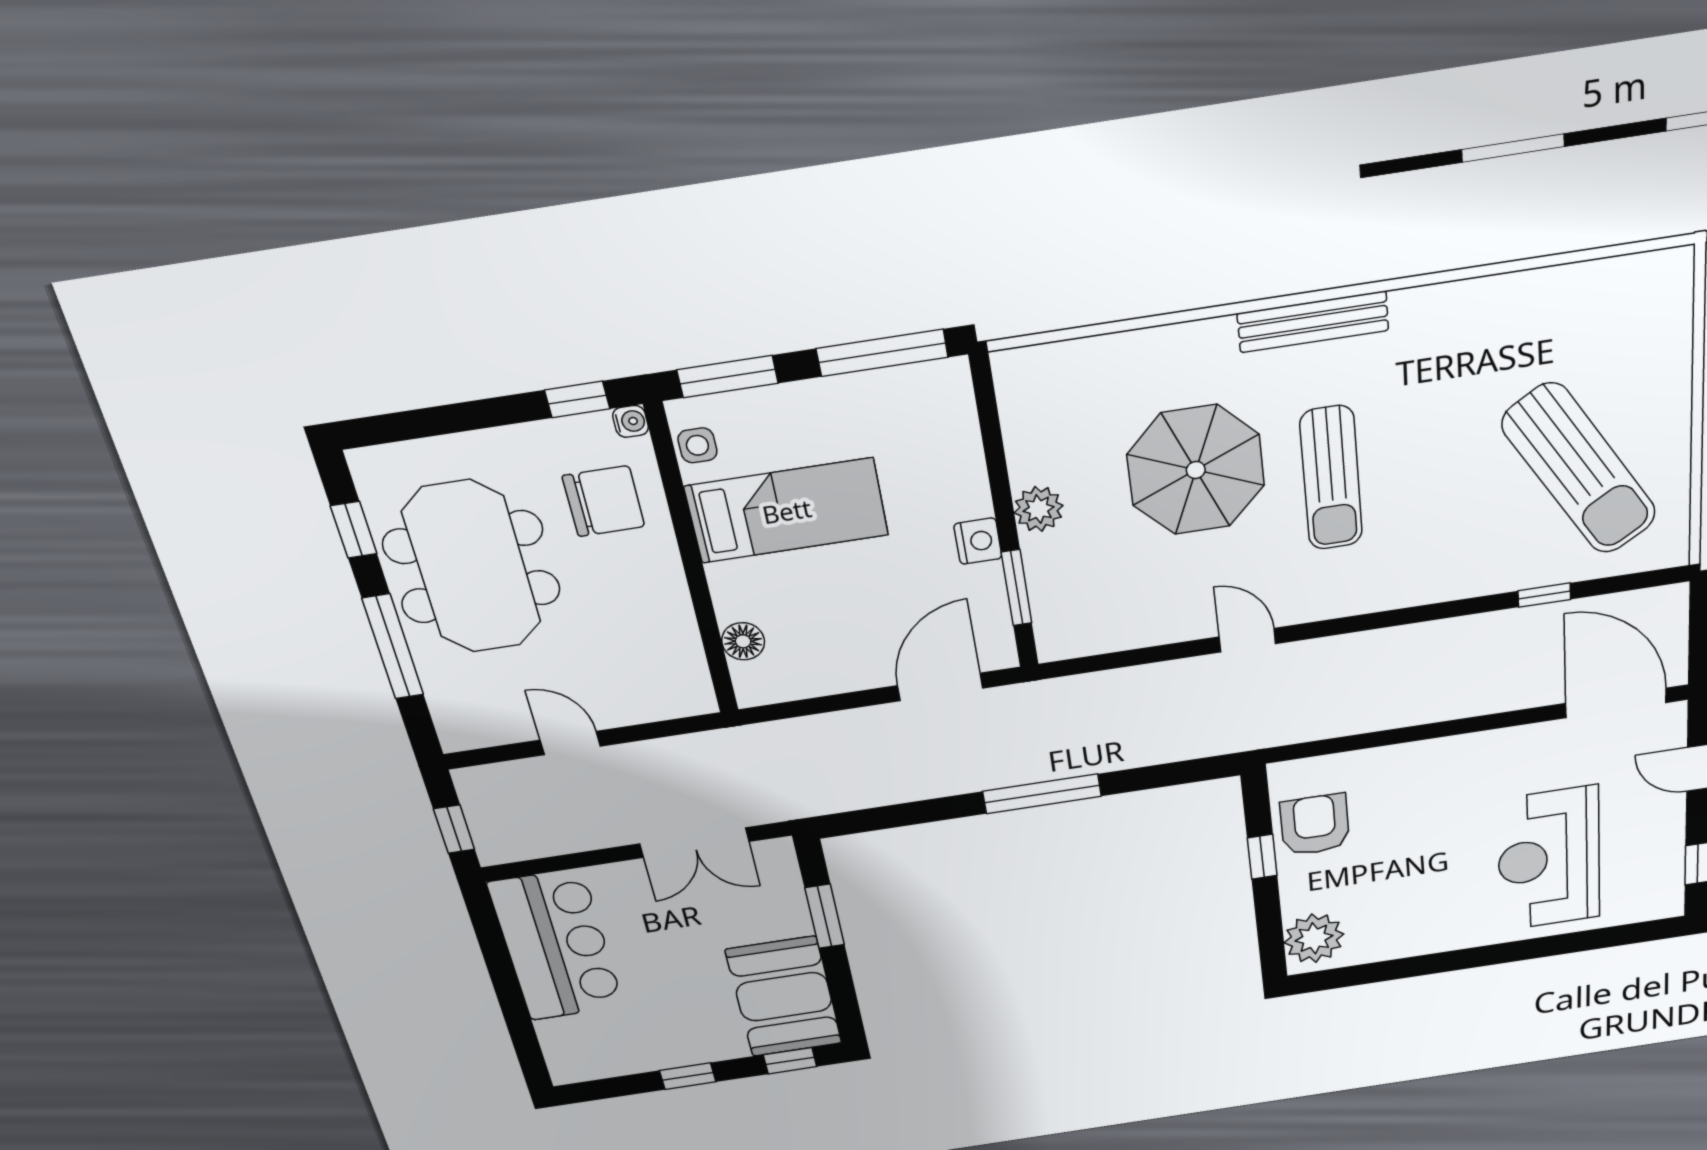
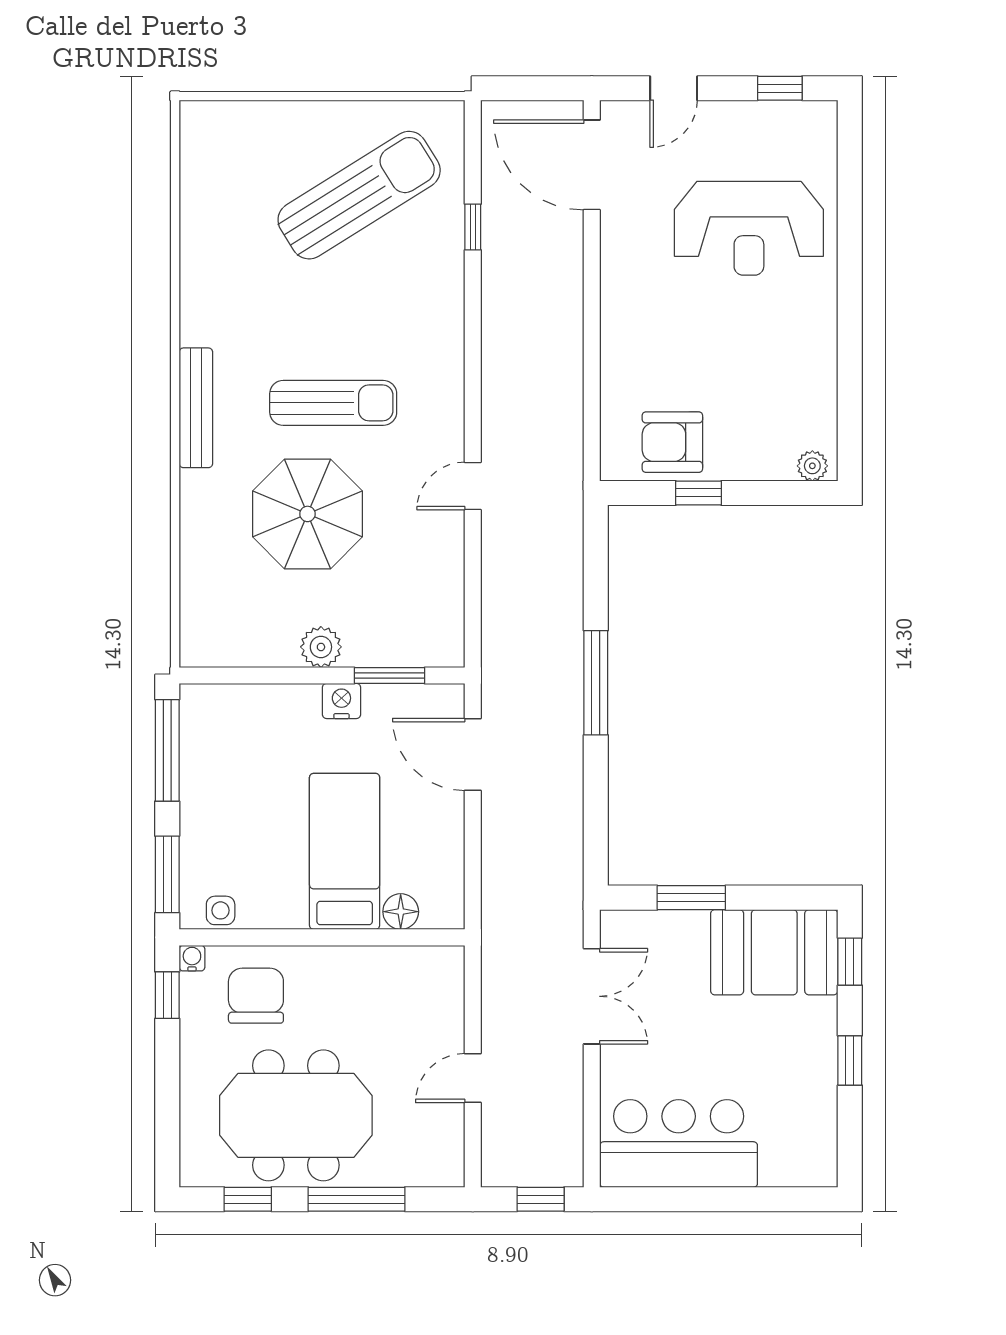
bed: (787, 511) -> (345, 851), moved
door: (1616, 703) -> (592, 165), hinge flipped
plant: (1314, 938) -> (812, 466), width x0.53, depth x0.53

